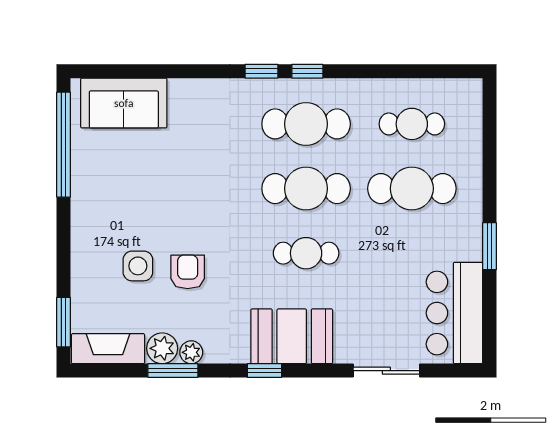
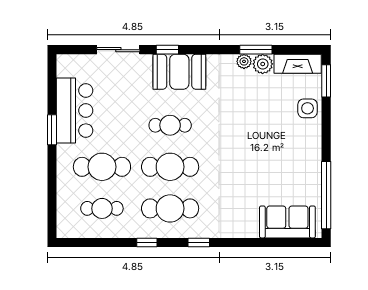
window: (307, 71) -> (147, 242), moved
side table: (138, 266) -> (308, 108), moved
armchair: (188, 272) -> (246, 113), removed
bar counter: (454, 313) -> (75, 111), moved
window: (264, 371) -> (167, 50), moved

